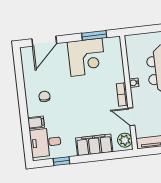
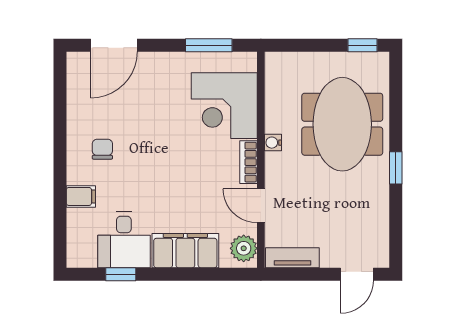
corner desk: (86, 57) -> (224, 106), moved, turned 90
desk: (45, 142) -> (124, 240), moved, turned -90

